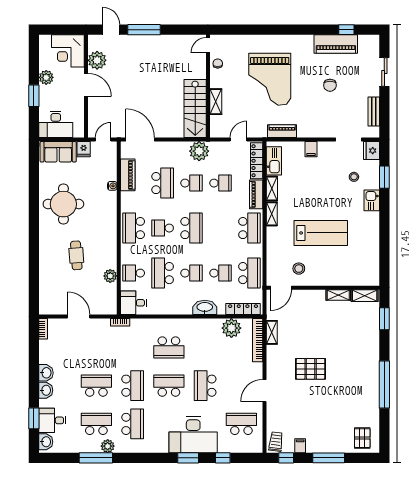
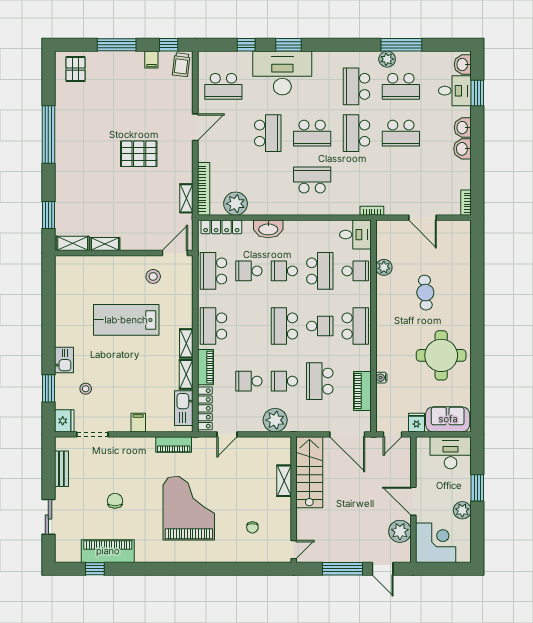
door: (208, 45) -> (294, 550), moved
wall: (208, 86) -> (294, 500), moved
shelving: (216, 102) -> (284, 481), moved
stairs: (195, 109) -> (309, 472), moved

